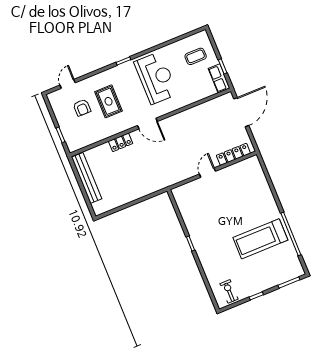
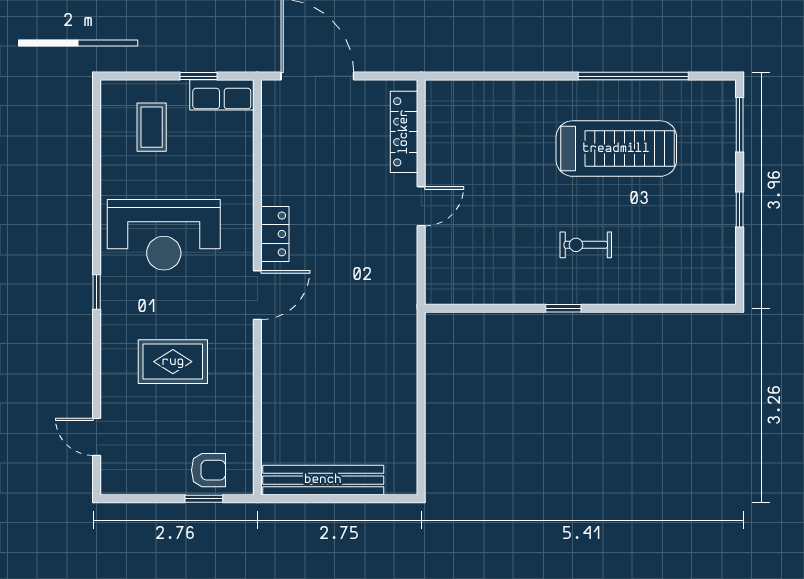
reception desk: (156, 78) -> (164, 235), turned 180
armchair: (82, 108) -> (209, 470), moved
locker: (121, 142) -> (275, 234), moved
door: (207, 173) -> (421, 206), swing flipped
treadmill: (260, 239) -> (616, 149), turned -90
exercise bike: (229, 291) -> (586, 245), moved

